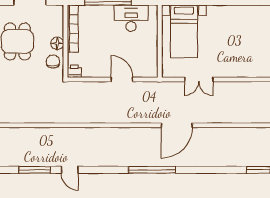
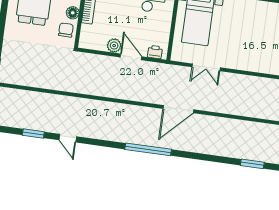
plant: (103, 70) -> (114, 46), added
printer: (74, 71) -> (155, 52), moved
window: (35, 170) -> (33, 133), width x0.69

